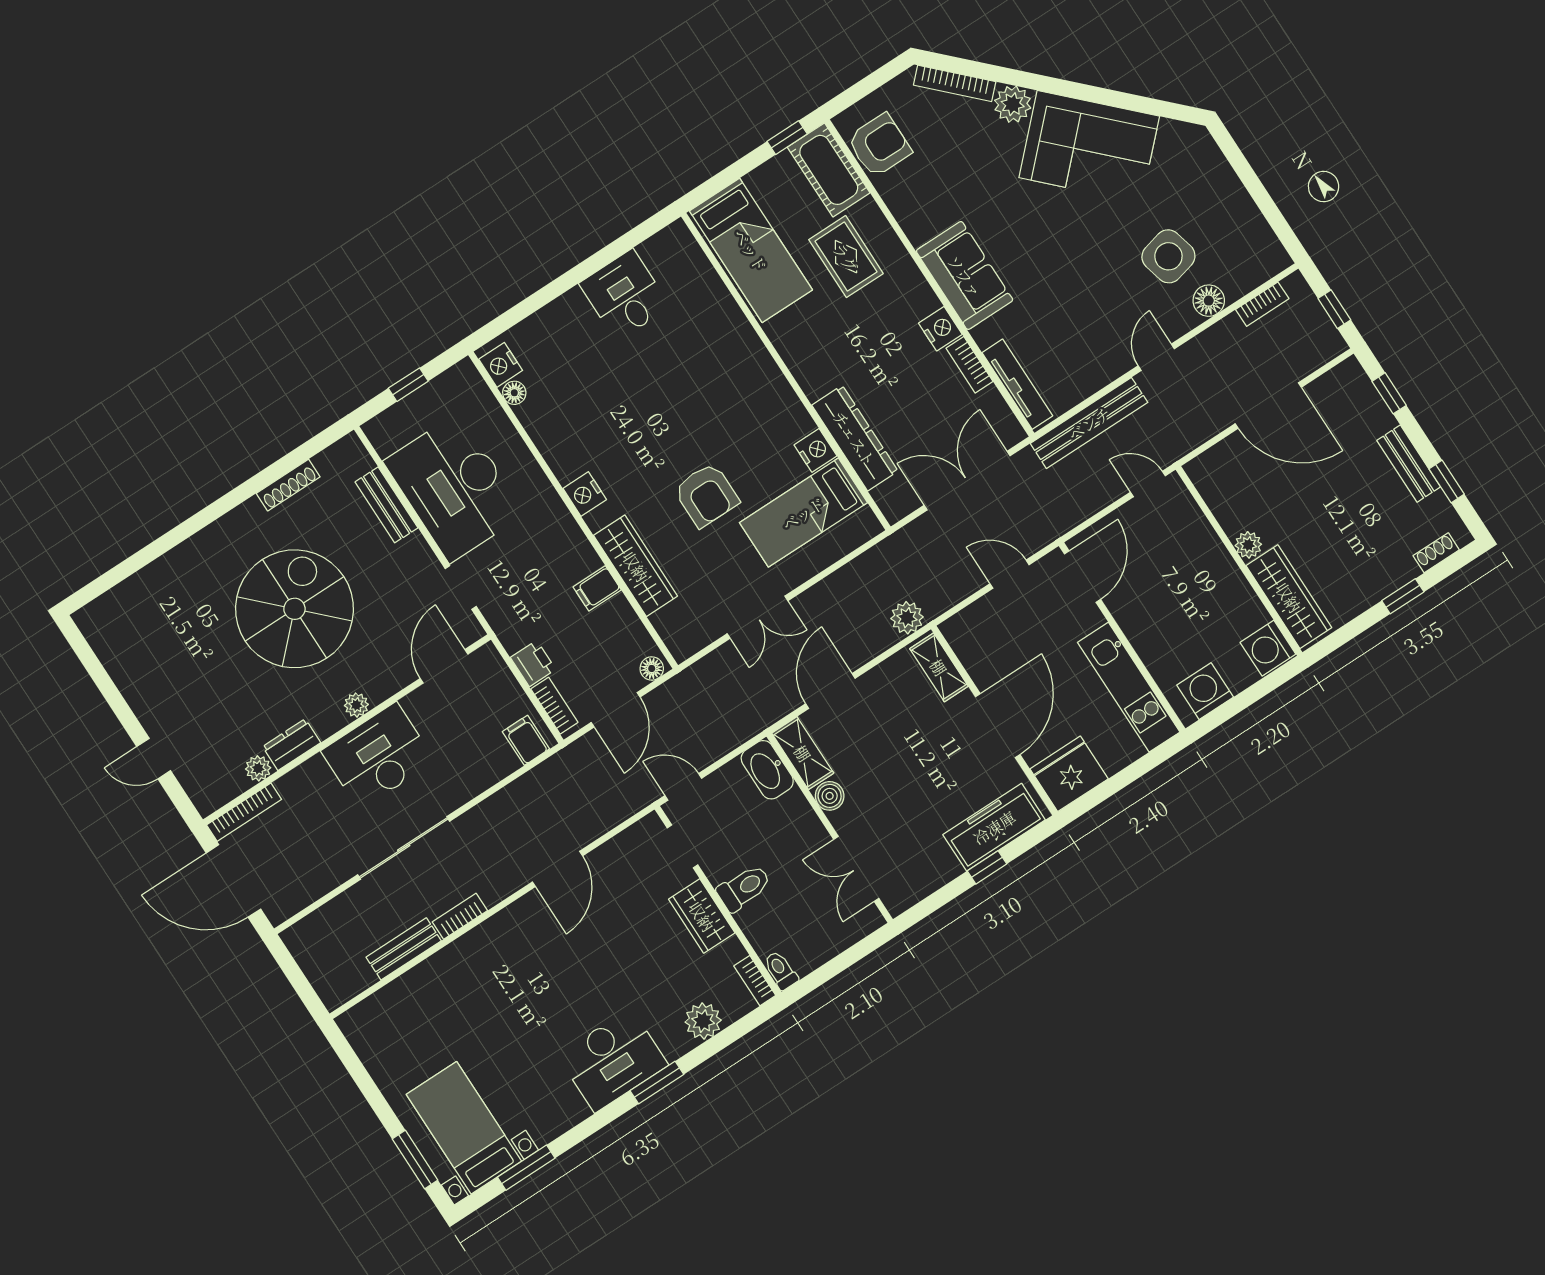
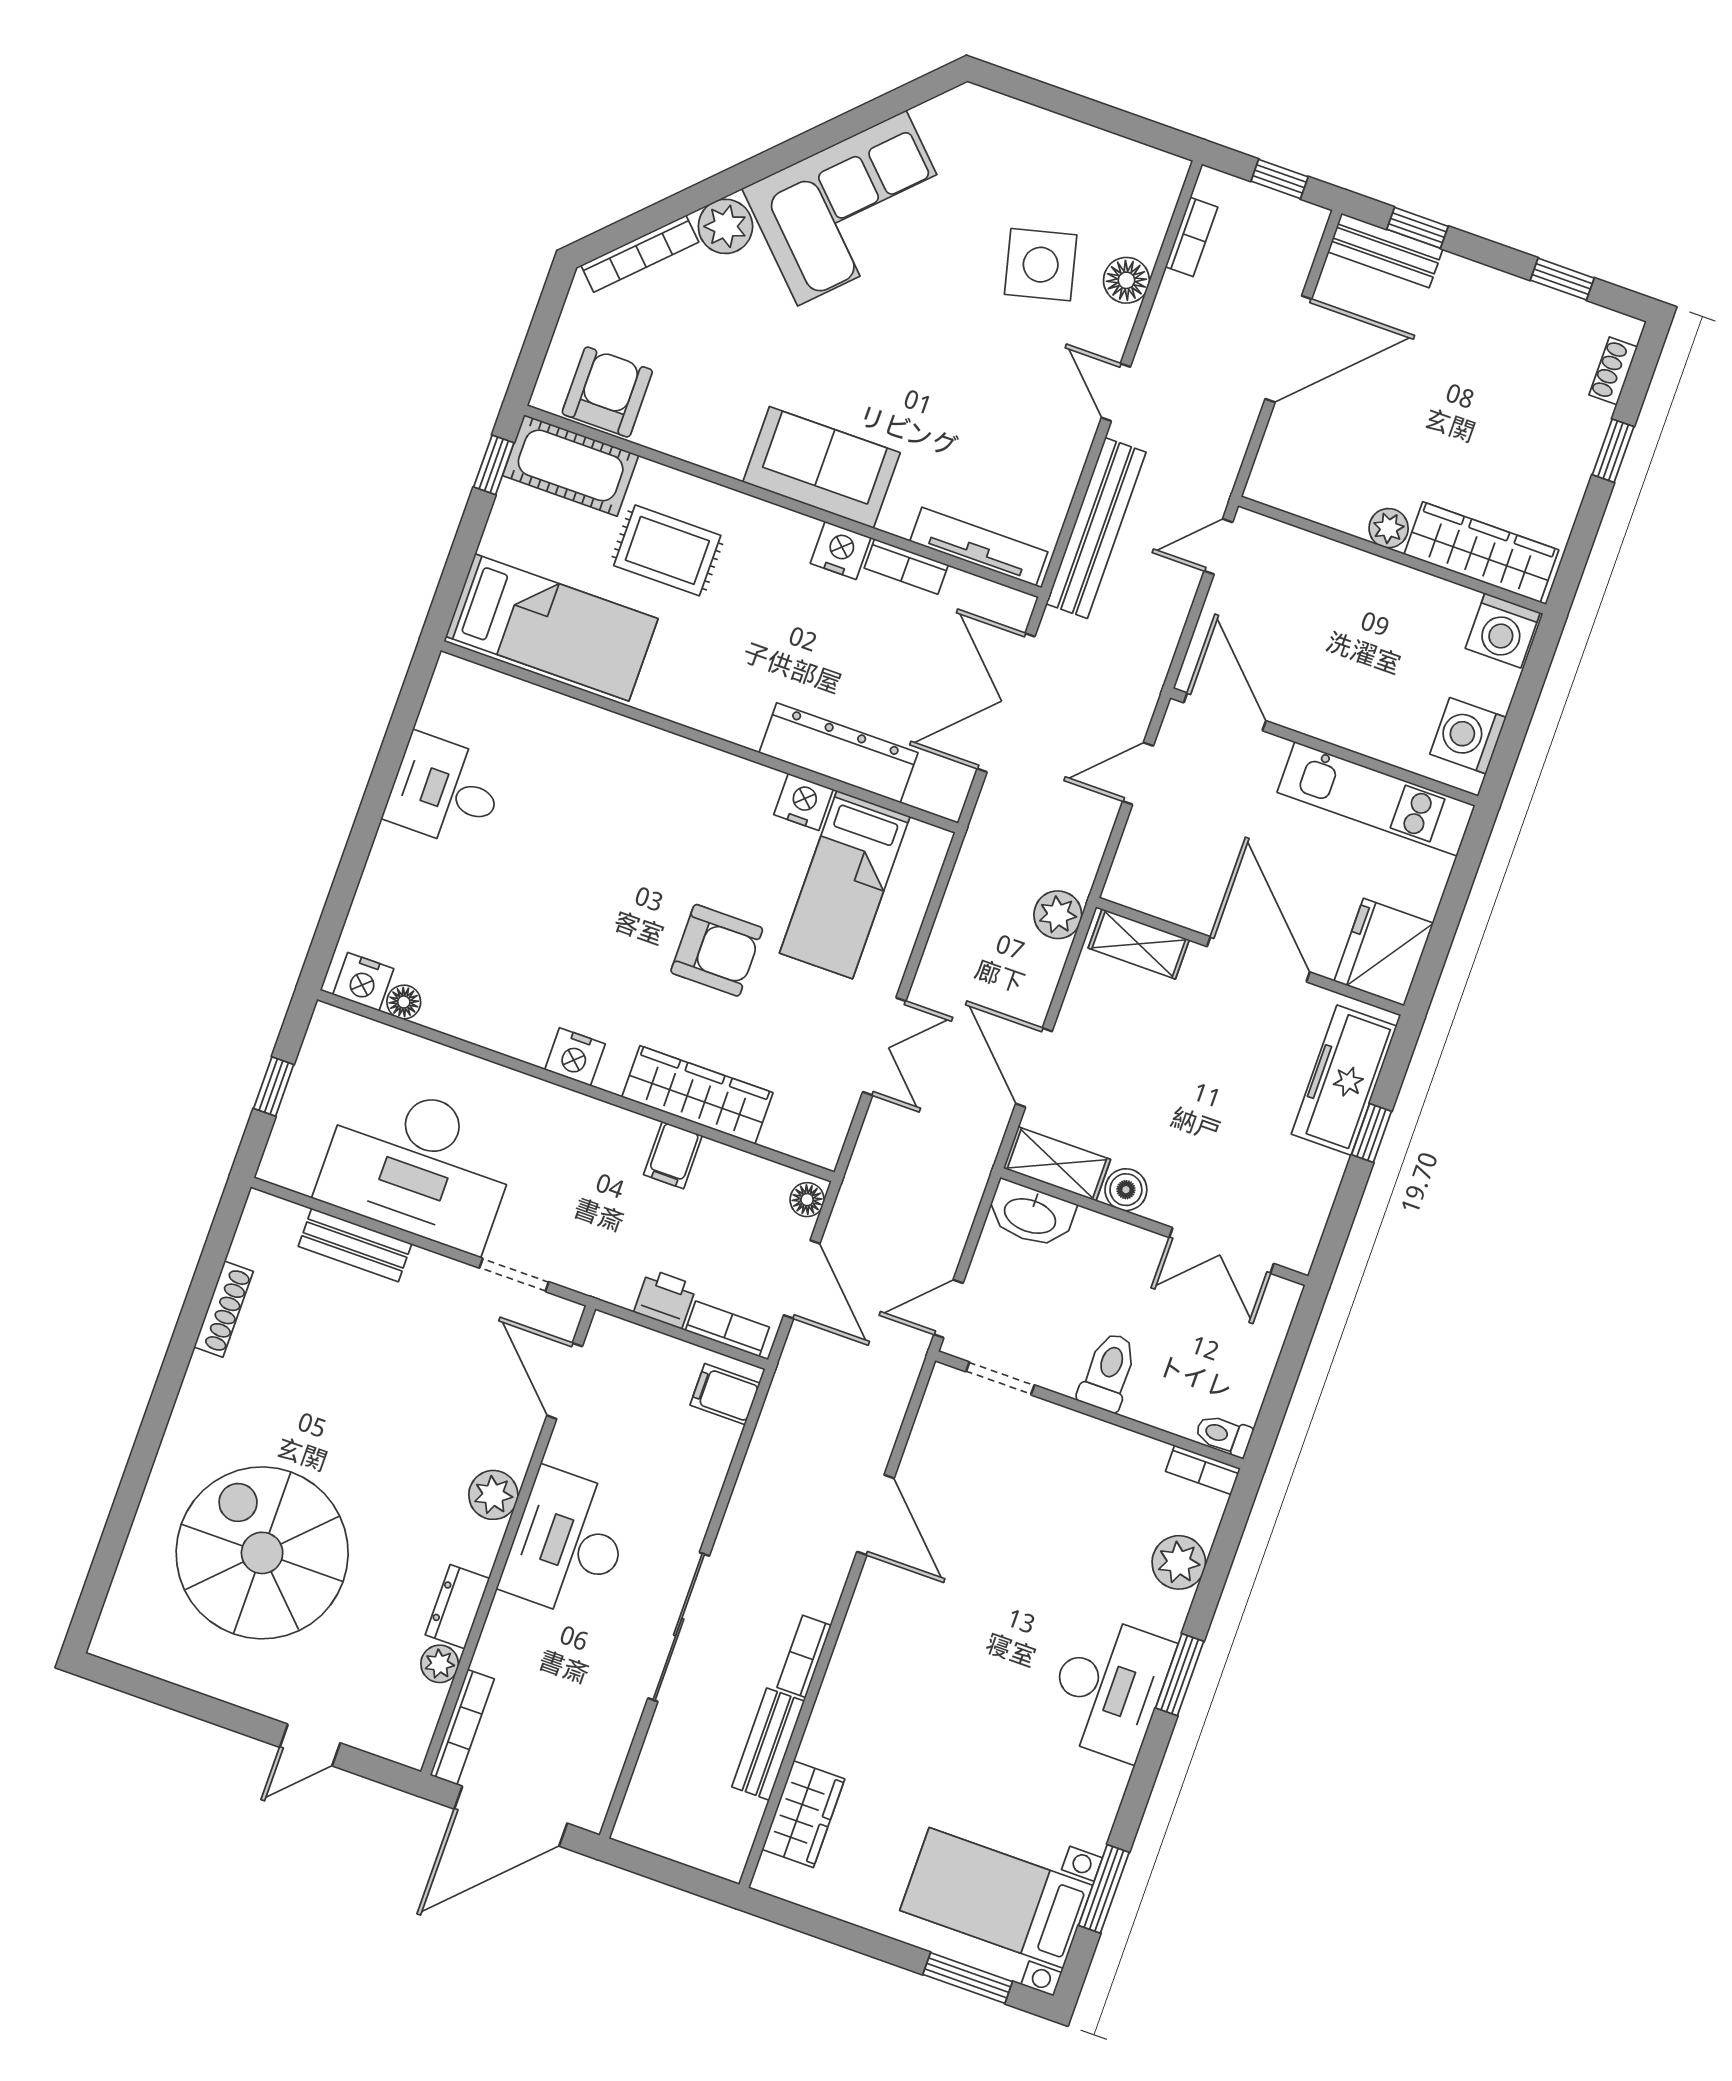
bench: (1409, 464) -> (1385, 250), moved
spiral stairs: (294, 609) -> (262, 1553), moved
plant: (356, 705) -> (493, 1495), width x1.38, depth x1.38
wardrobe: (702, 916) -> (803, 1814), moved, turned -90

